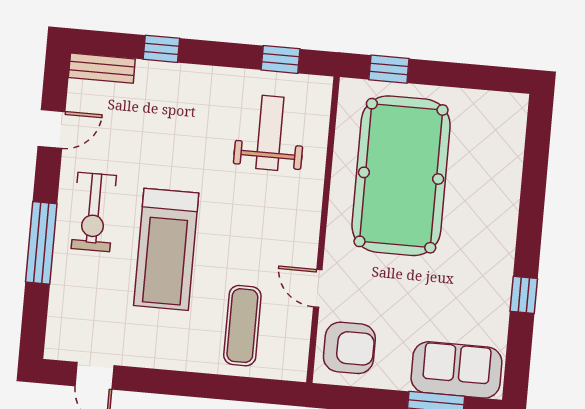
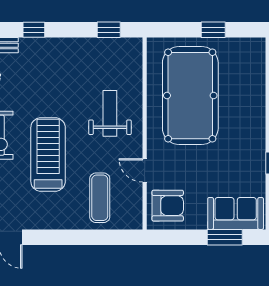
window: (389, 69) -> (213, 30), moved
weight bench: (270, 133) -> (110, 113), moved
treadmill: (166, 249) -> (48, 154), turned 180

